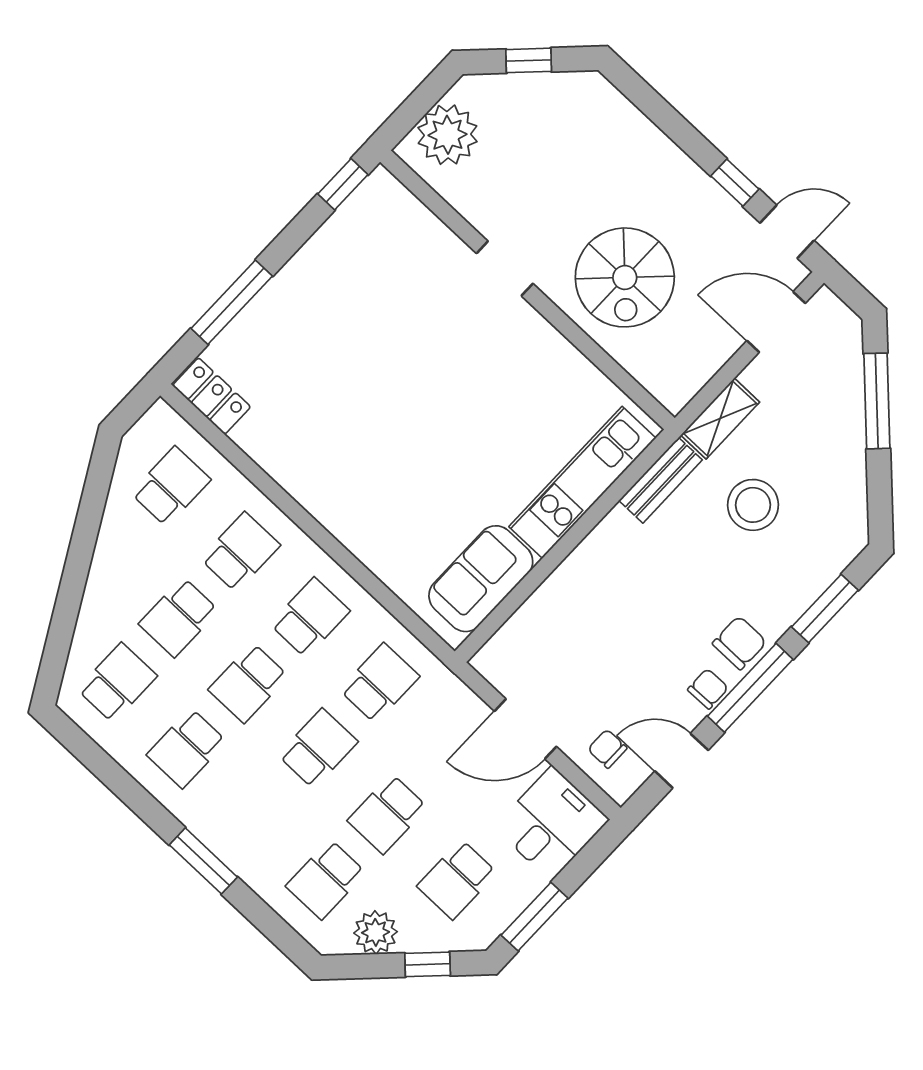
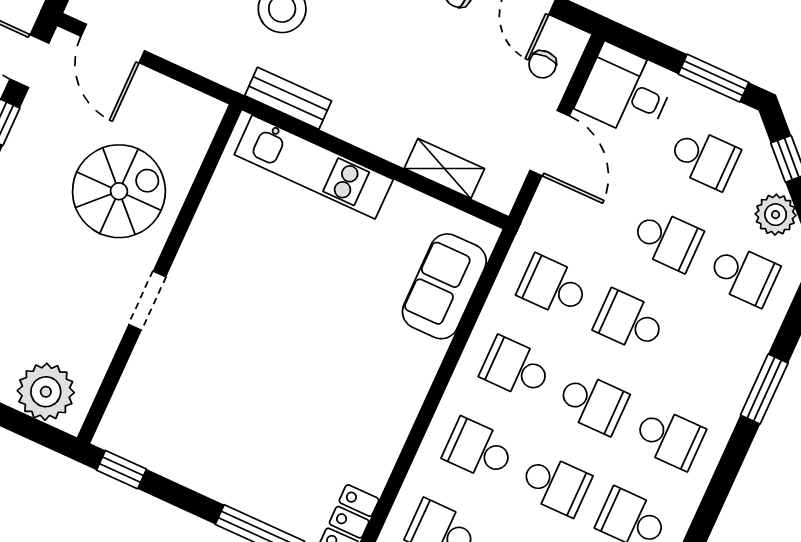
shelving: (720, 419) -> (444, 168), moved
sofa: (481, 579) -> (444, 286), moved, turned 90

